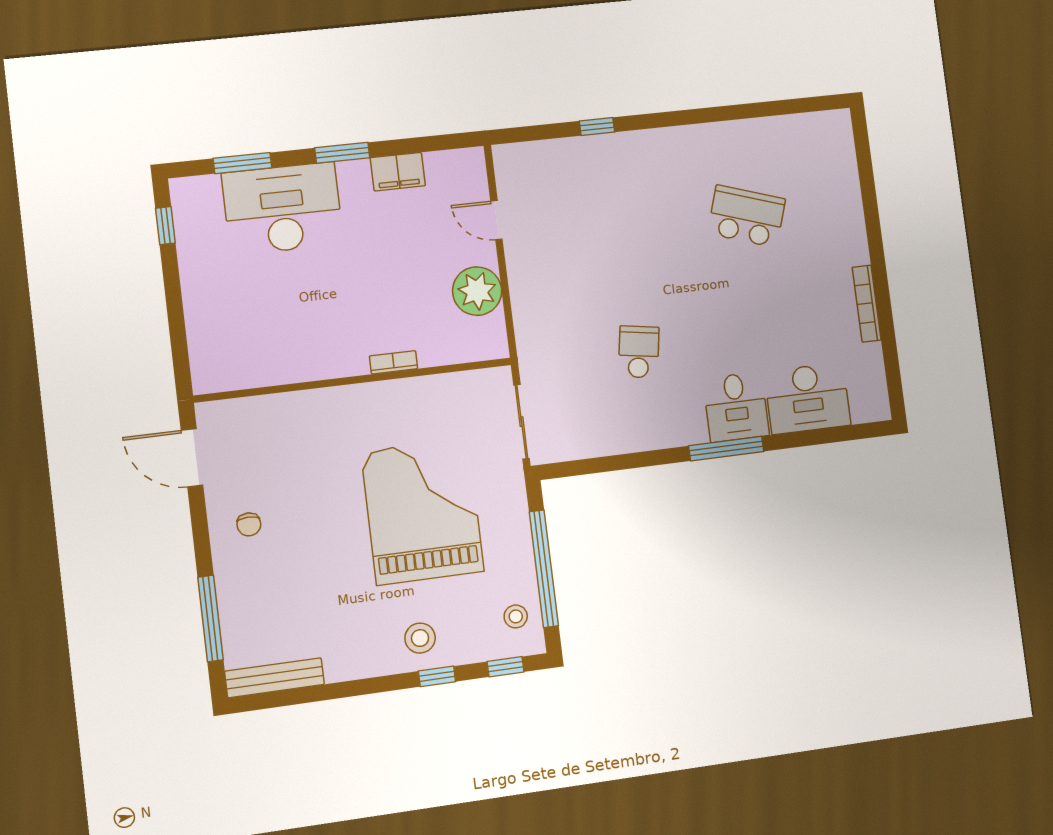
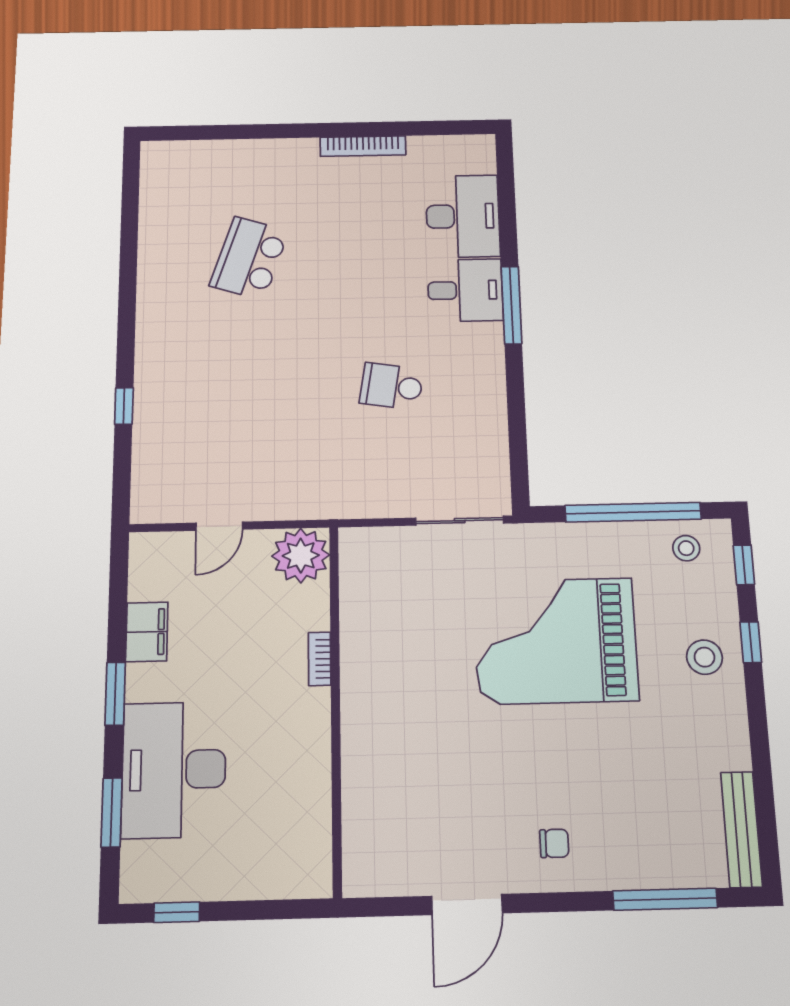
bookcase: (394, 362) -> (320, 659), moved
wall: (354, 380) -> (336, 707), moved

